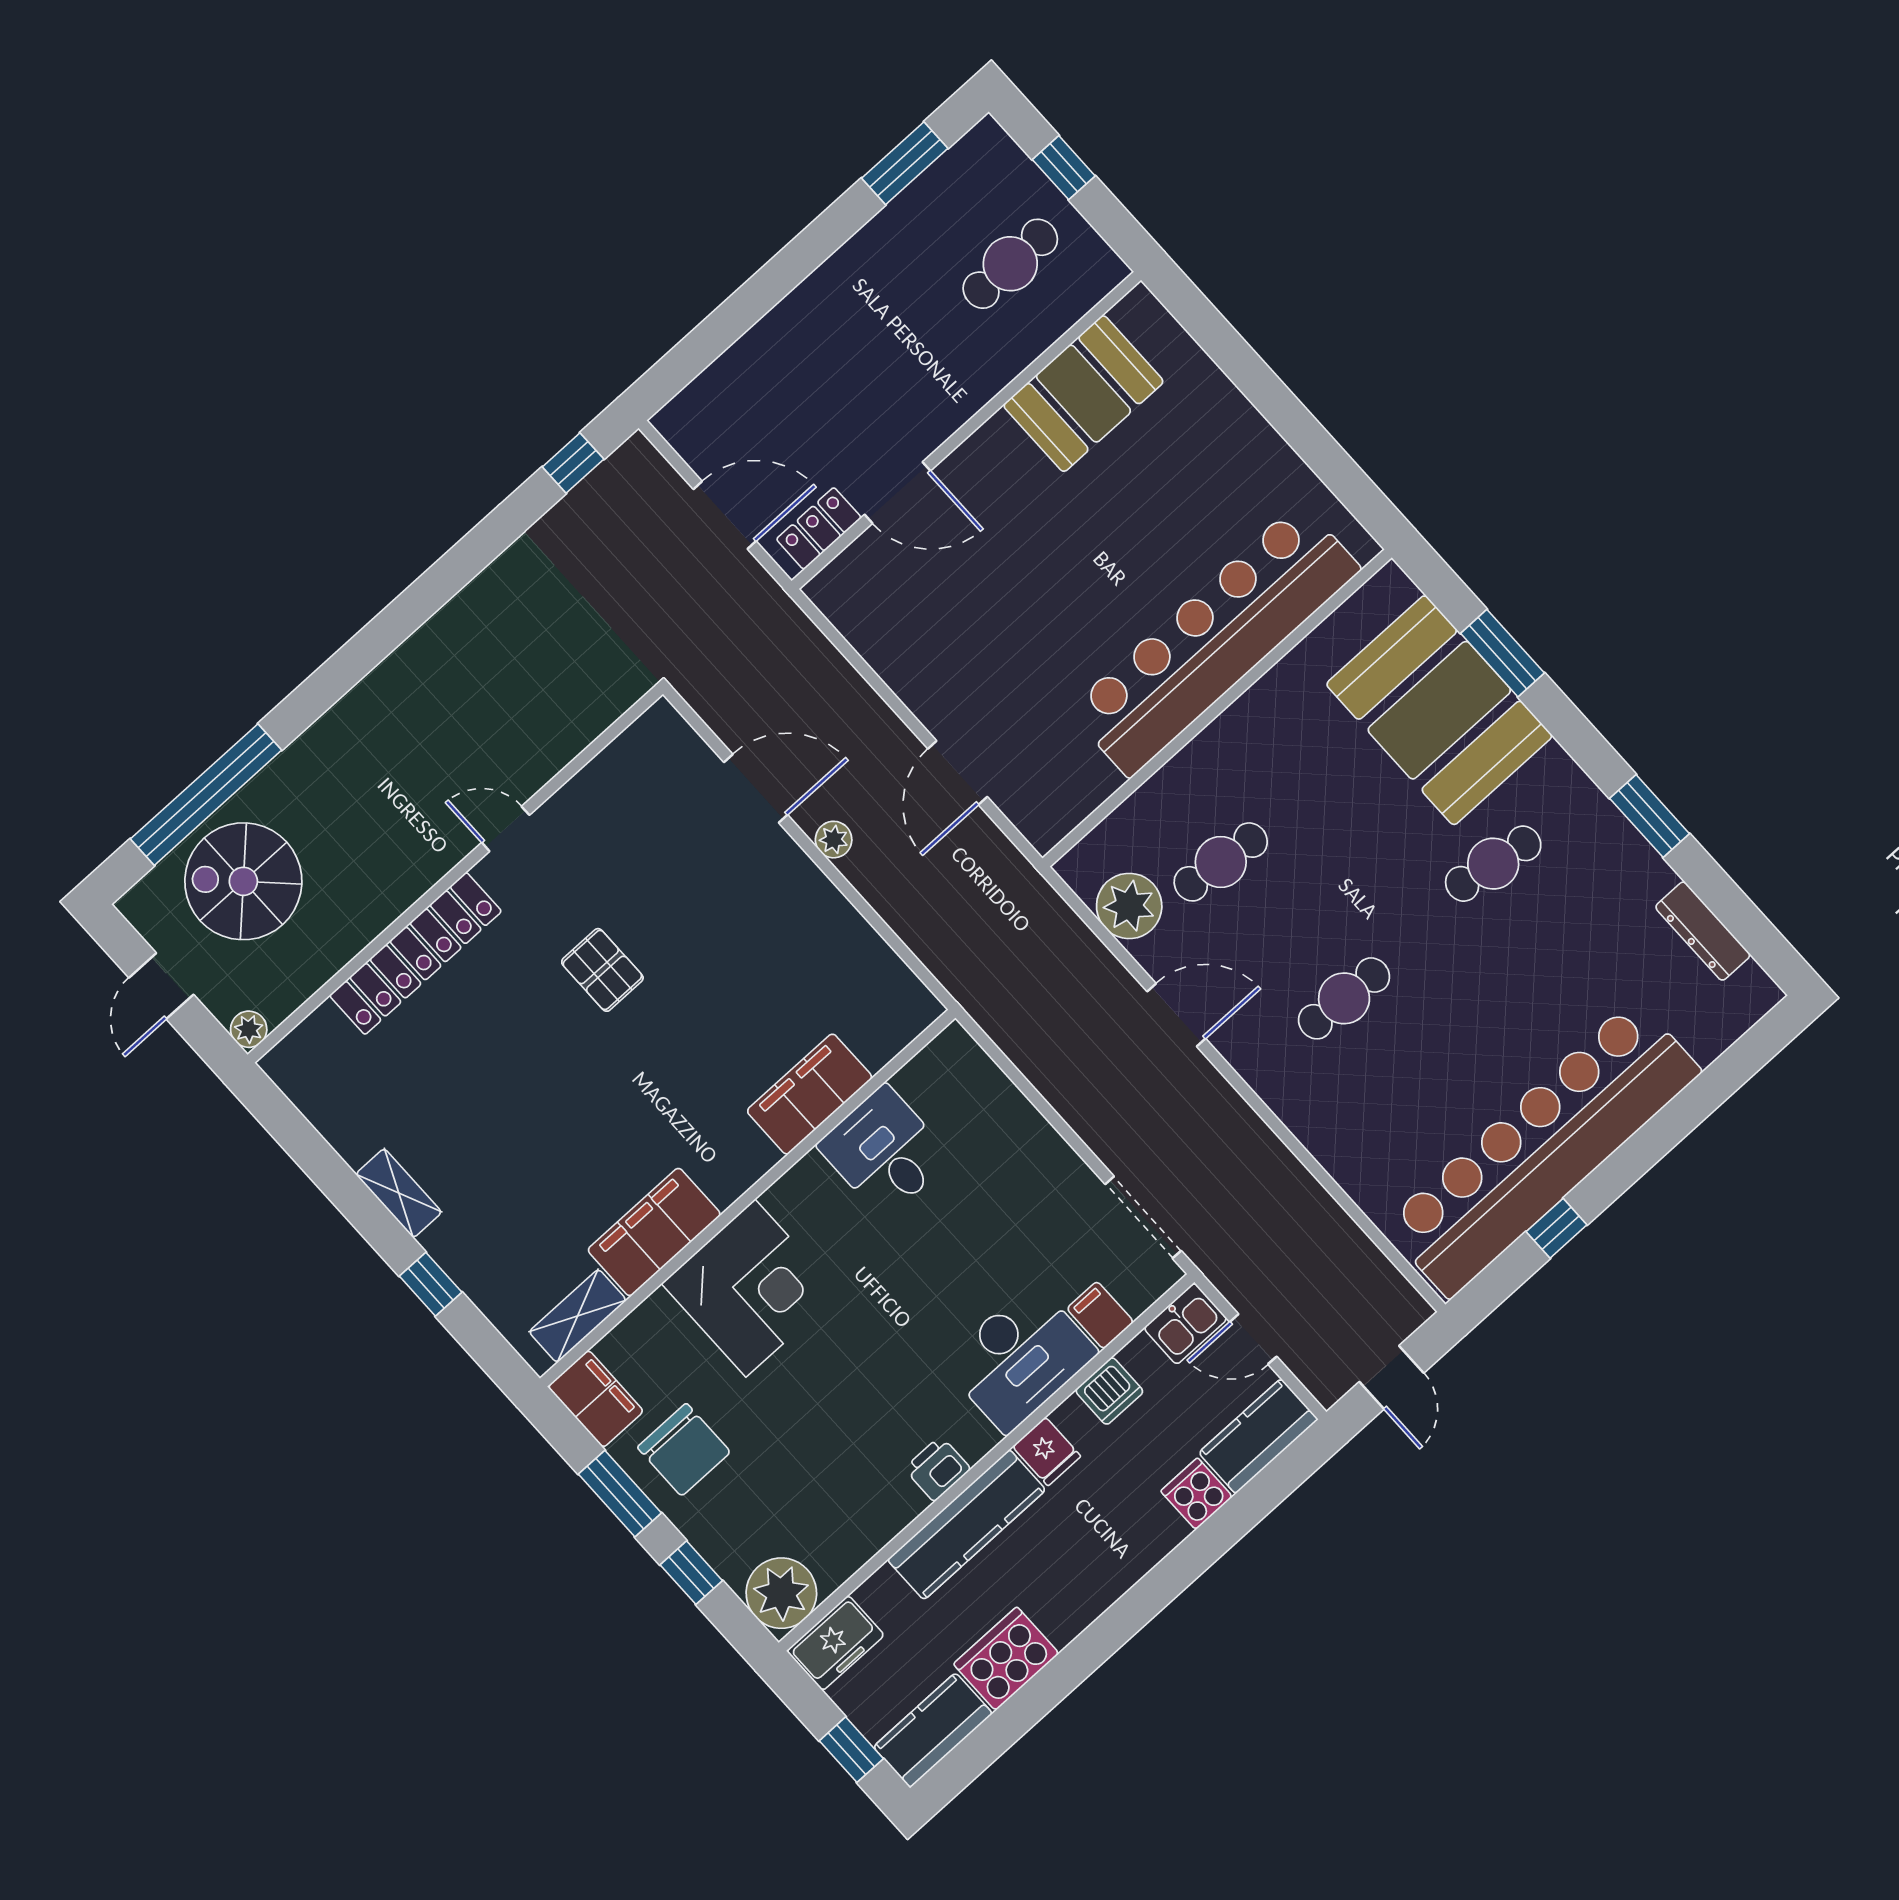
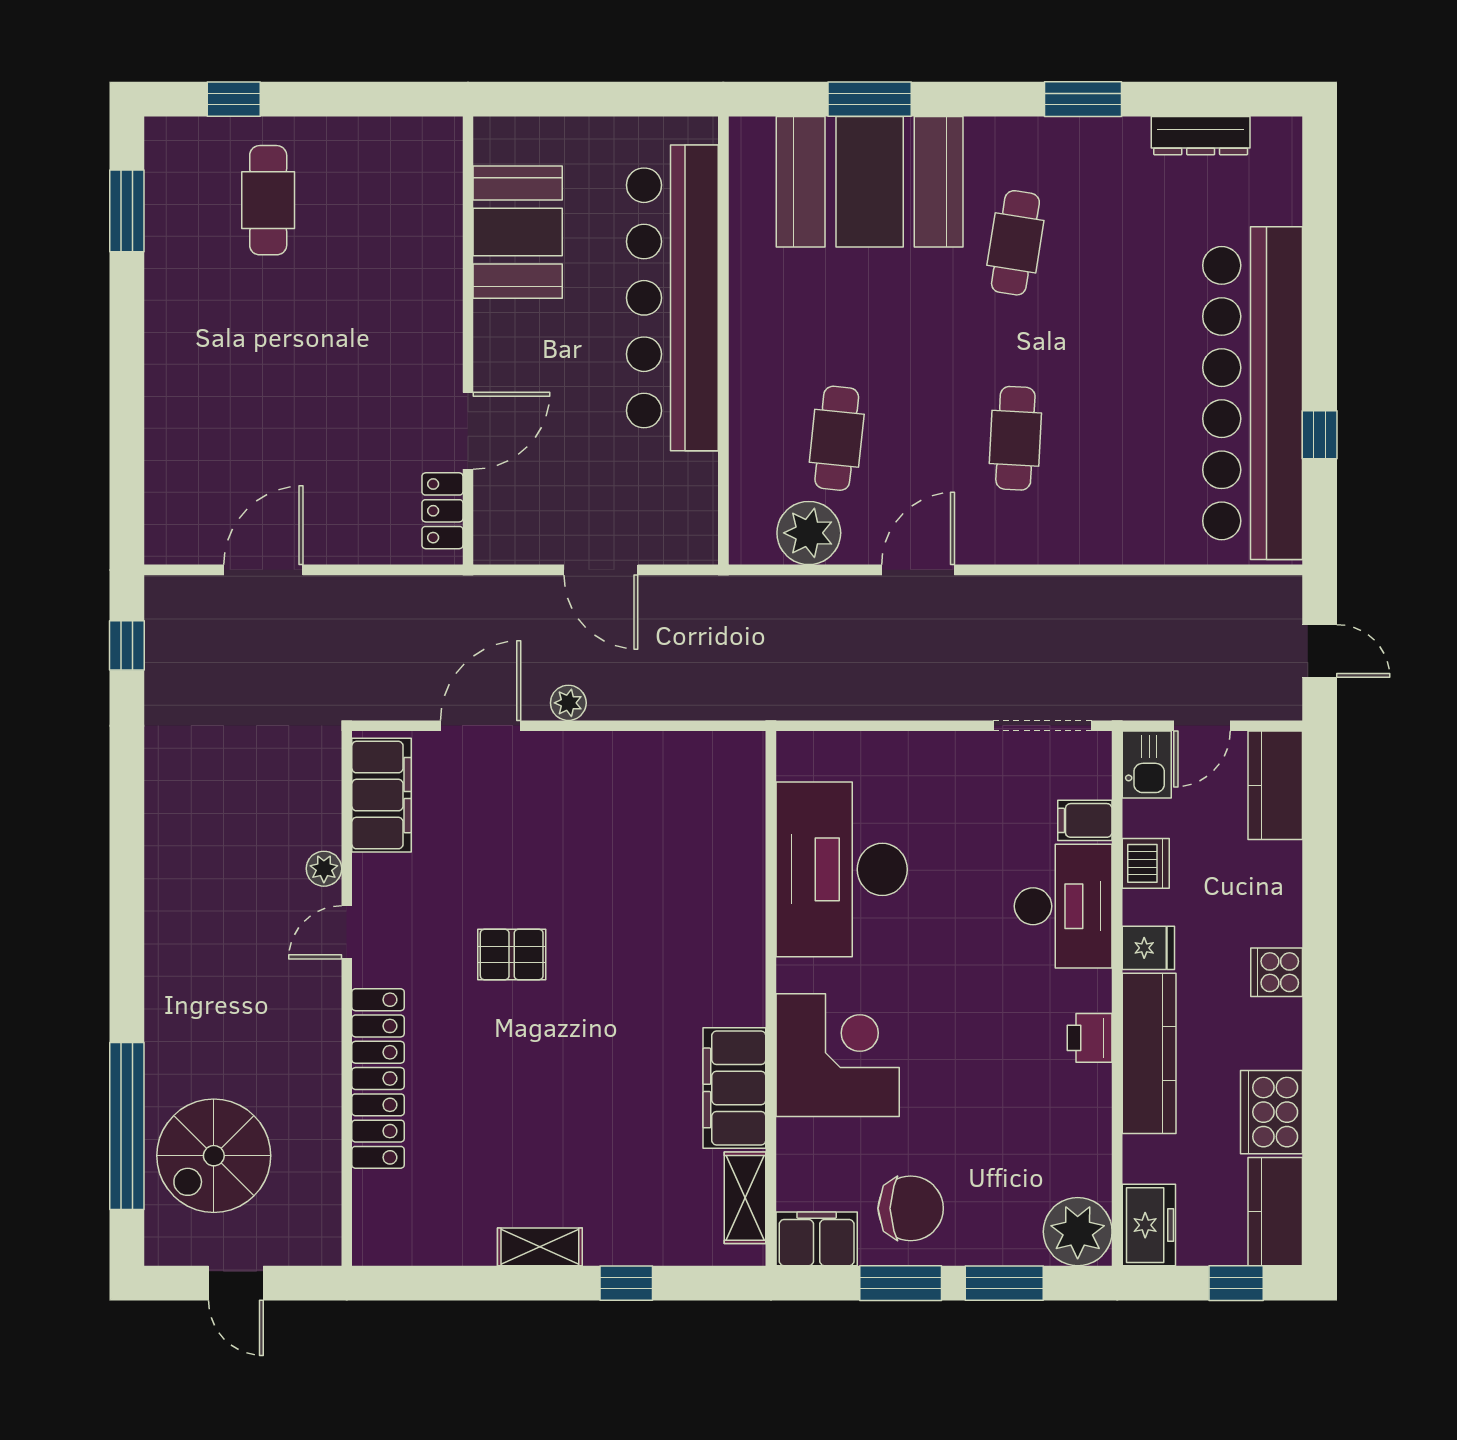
booth: (1083, 394) -> (518, 232), moved
wall: (966, 430) -> (468, 341), moved
door: (898, 493) -> (468, 431), moved
locker: (819, 528) -> (442, 511), moved
plant: (249, 1029) -> (324, 869), moved
filing cabinet: (810, 1094) -> (382, 795), moved, turned 180
desk: (885, 1152) -> (842, 869), width x1.87, depth x1.30
cooker: (1197, 1494) -> (1277, 972), moved
window: (691, 1573) -> (1004, 1283), width x1.50

